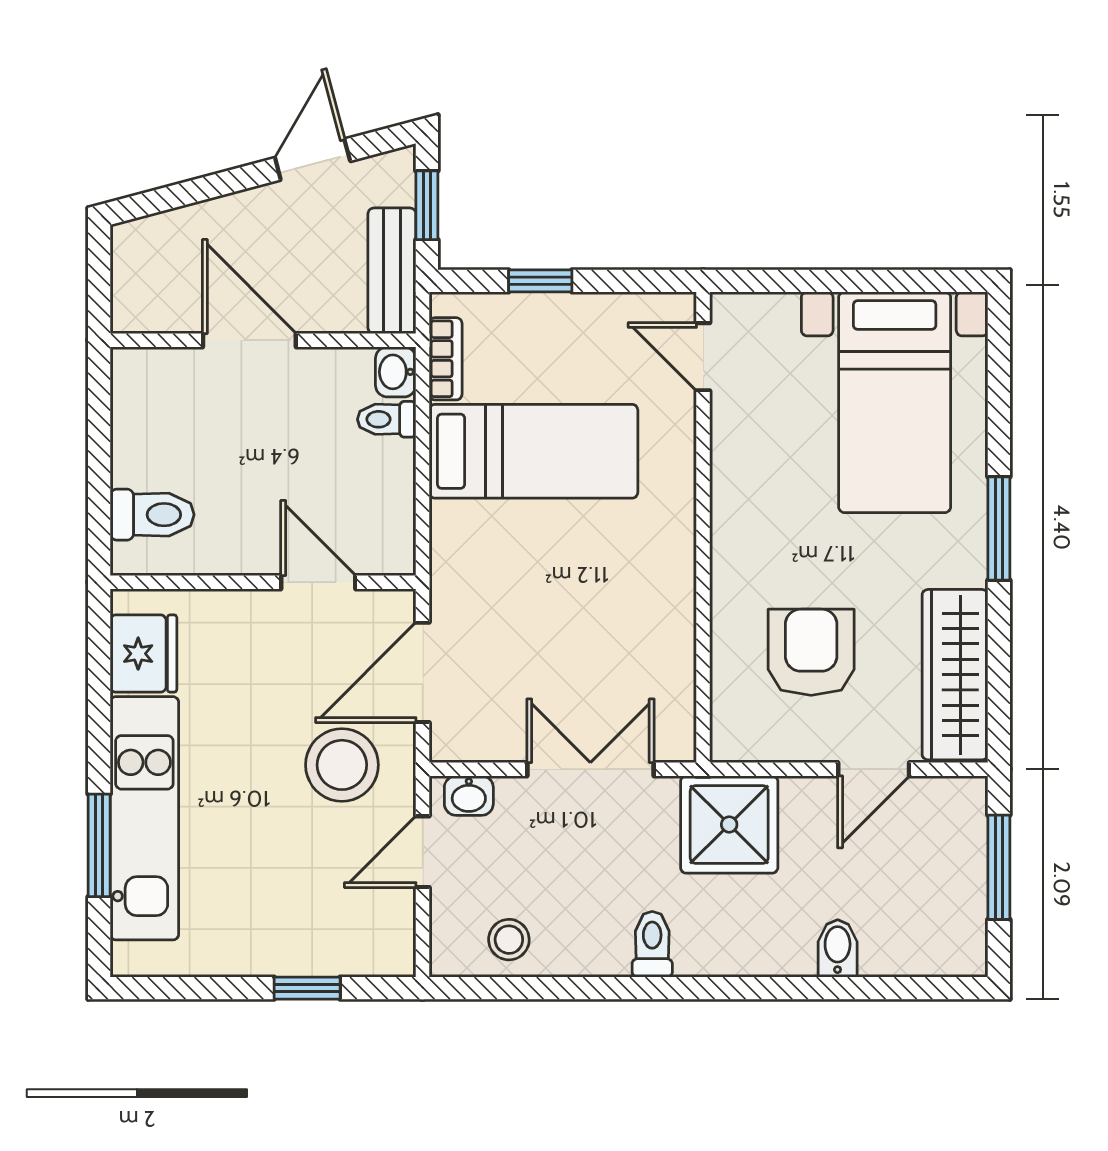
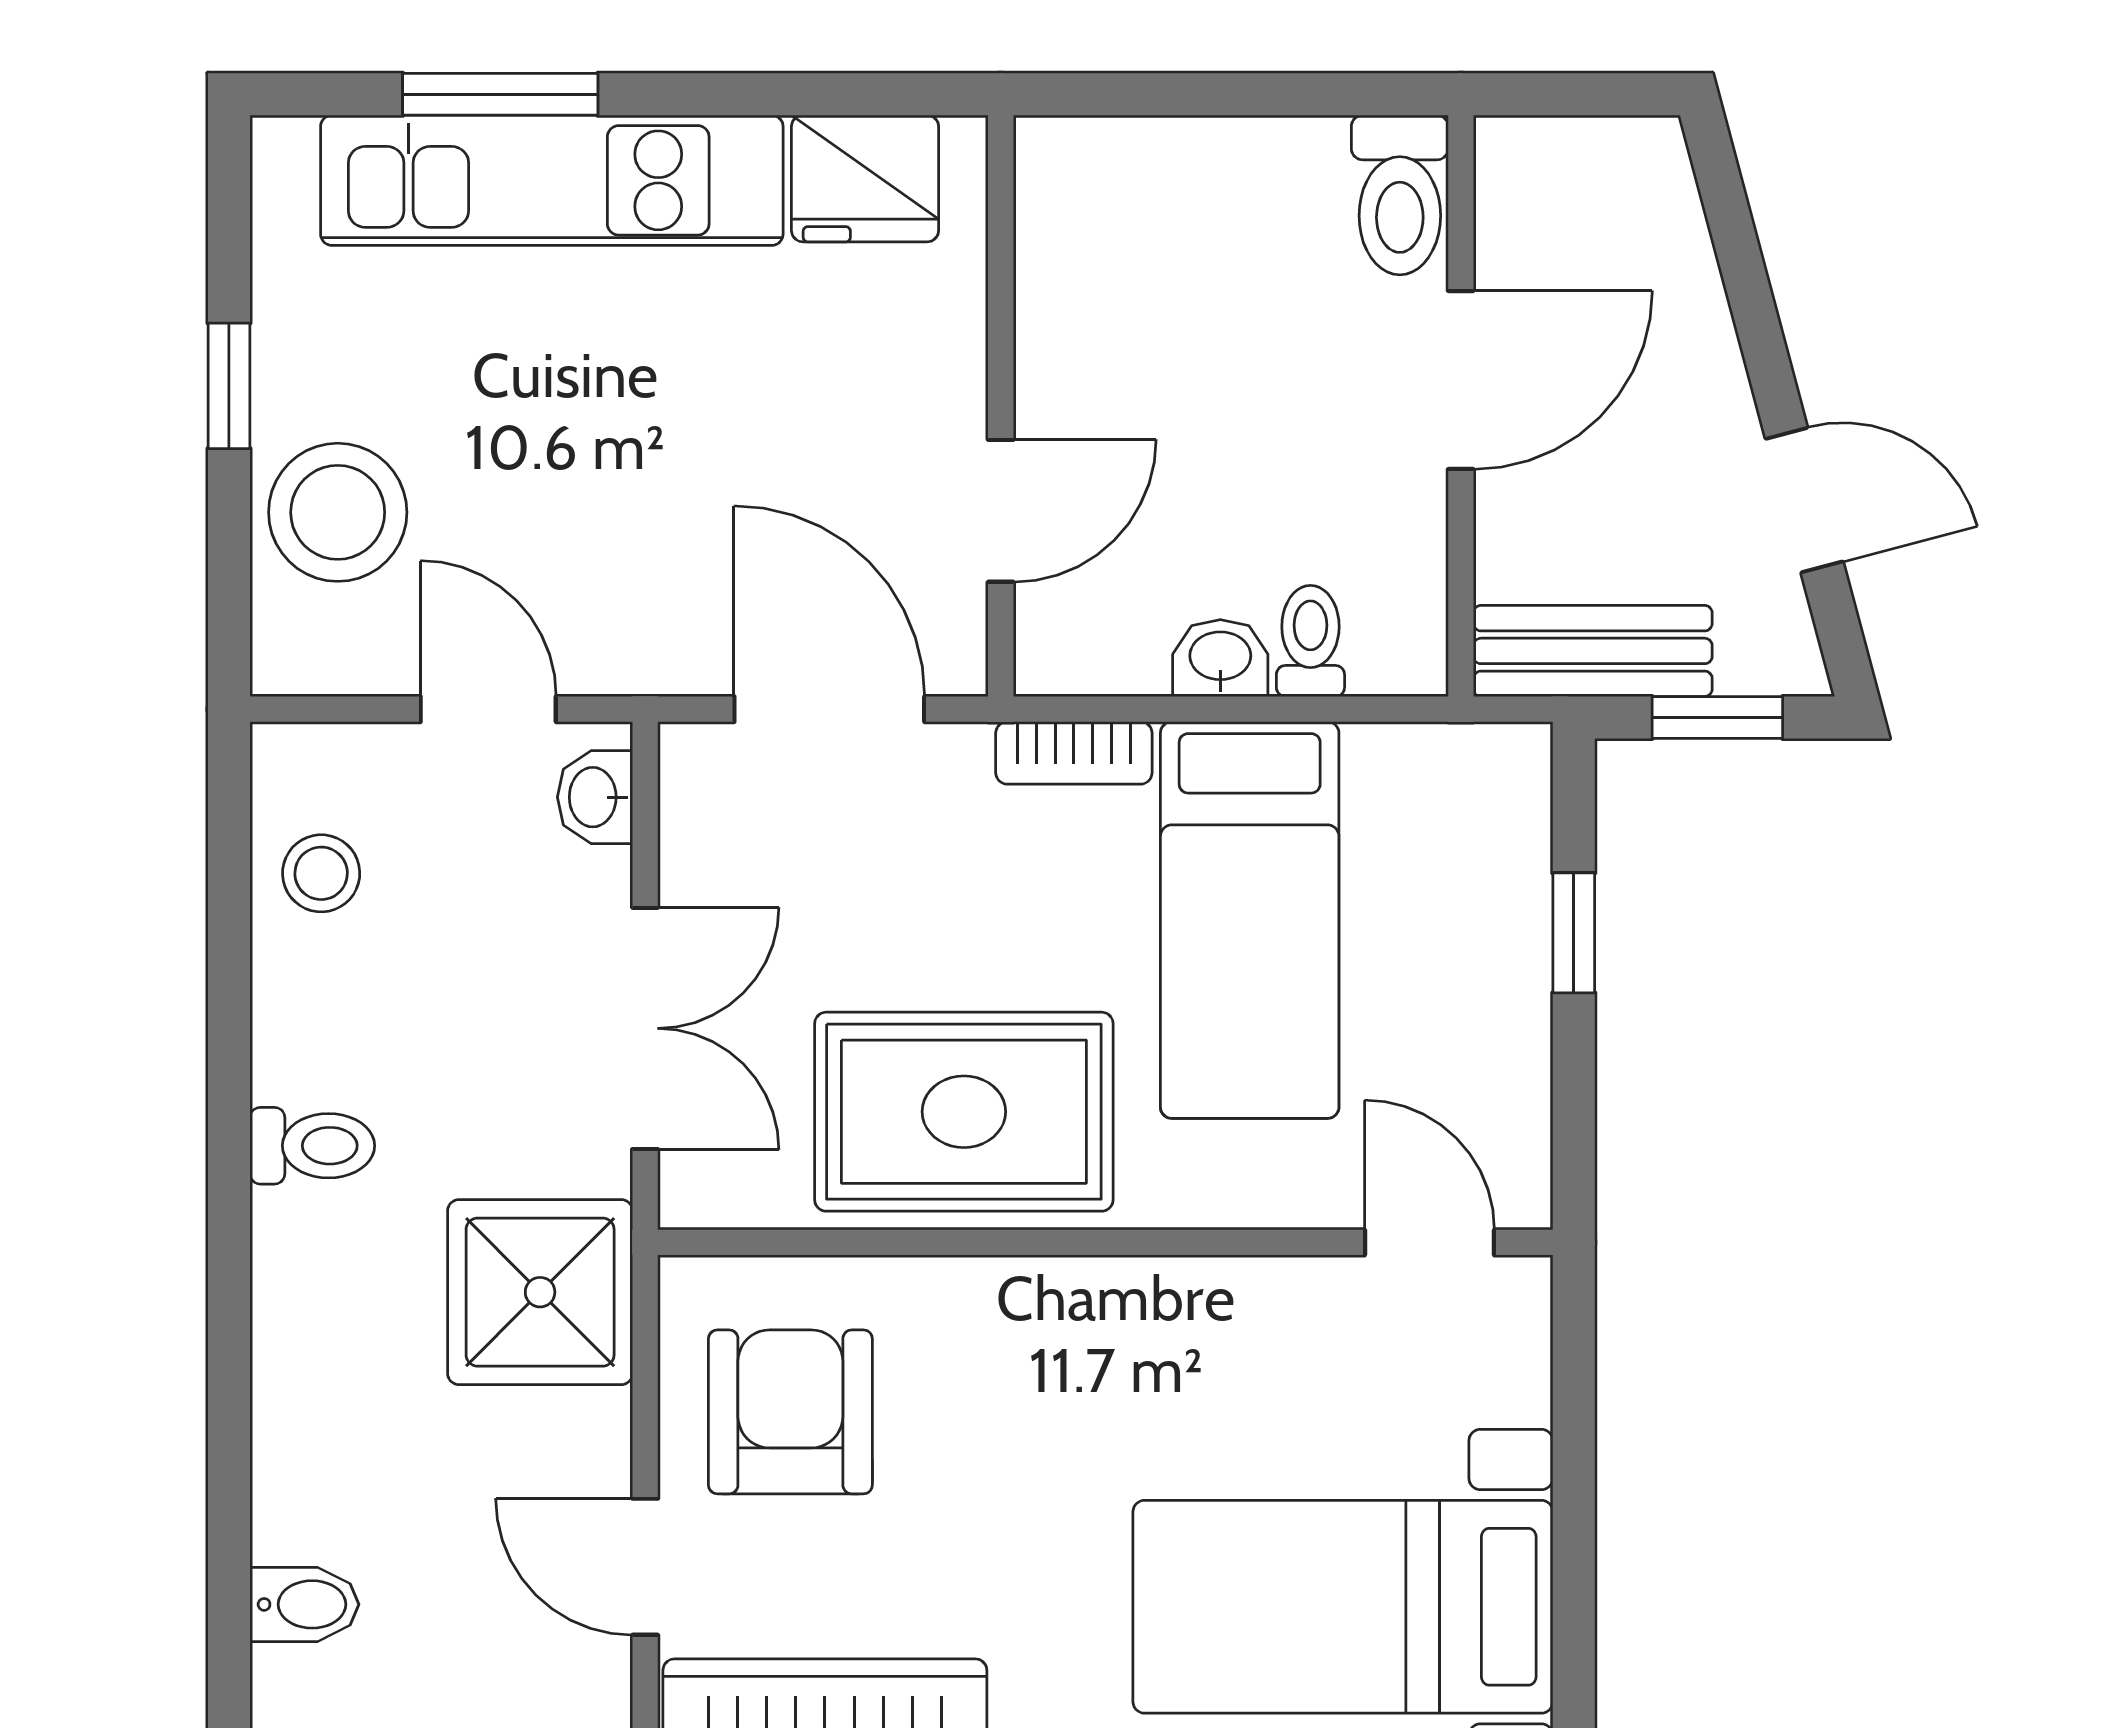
door: (703, 357) -> (1429, 1242), hinge flipped
bookcase: (446, 359) -> (1074, 753), moved
washbasin: (396, 372) -> (1220, 658), moved
toilet: (152, 515) -> (1400, 195), moved
rug: (634, 602) -> (964, 1112), added
armchair: (811, 652) -> (790, 1412), moved, turned -90
stool: (342, 765) -> (338, 512), moved
bidet: (838, 948) -> (304, 1604), moved
window: (307, 988) -> (229, 386), moved

